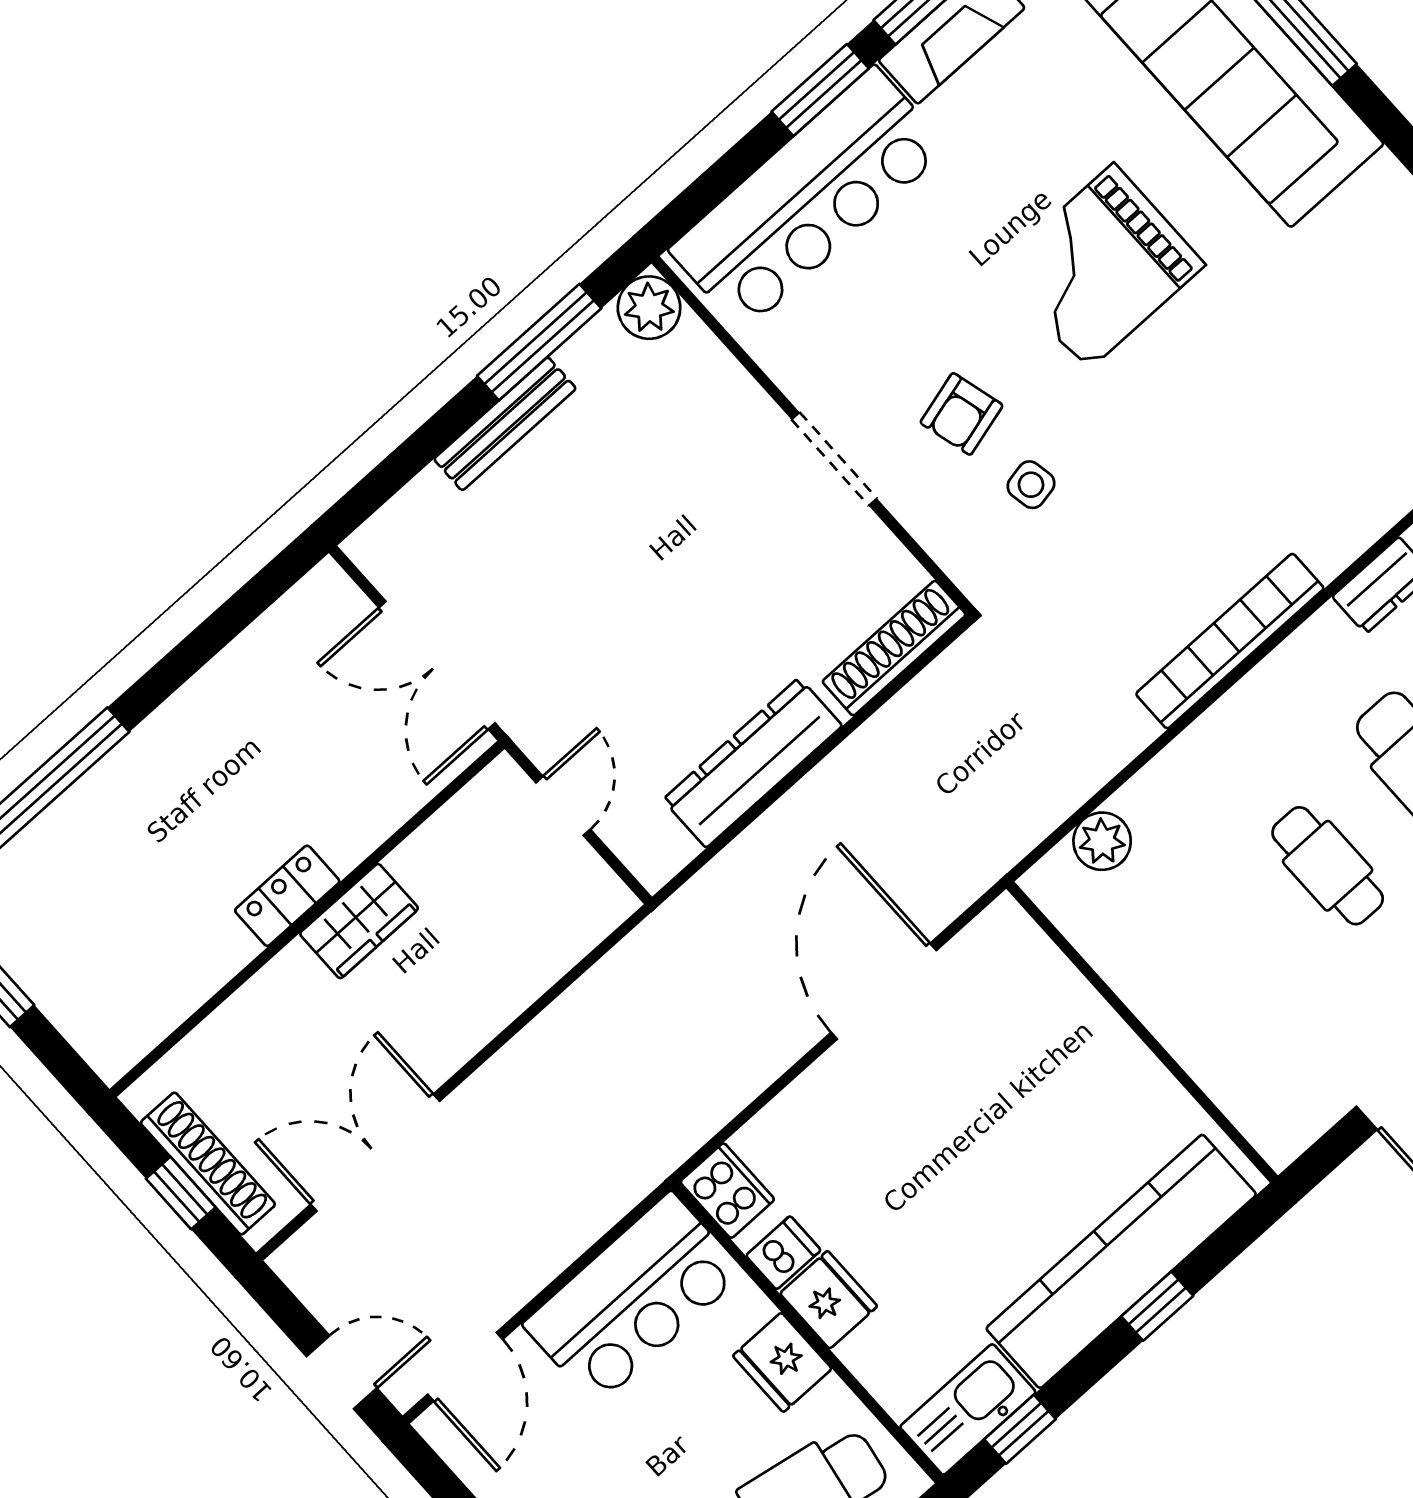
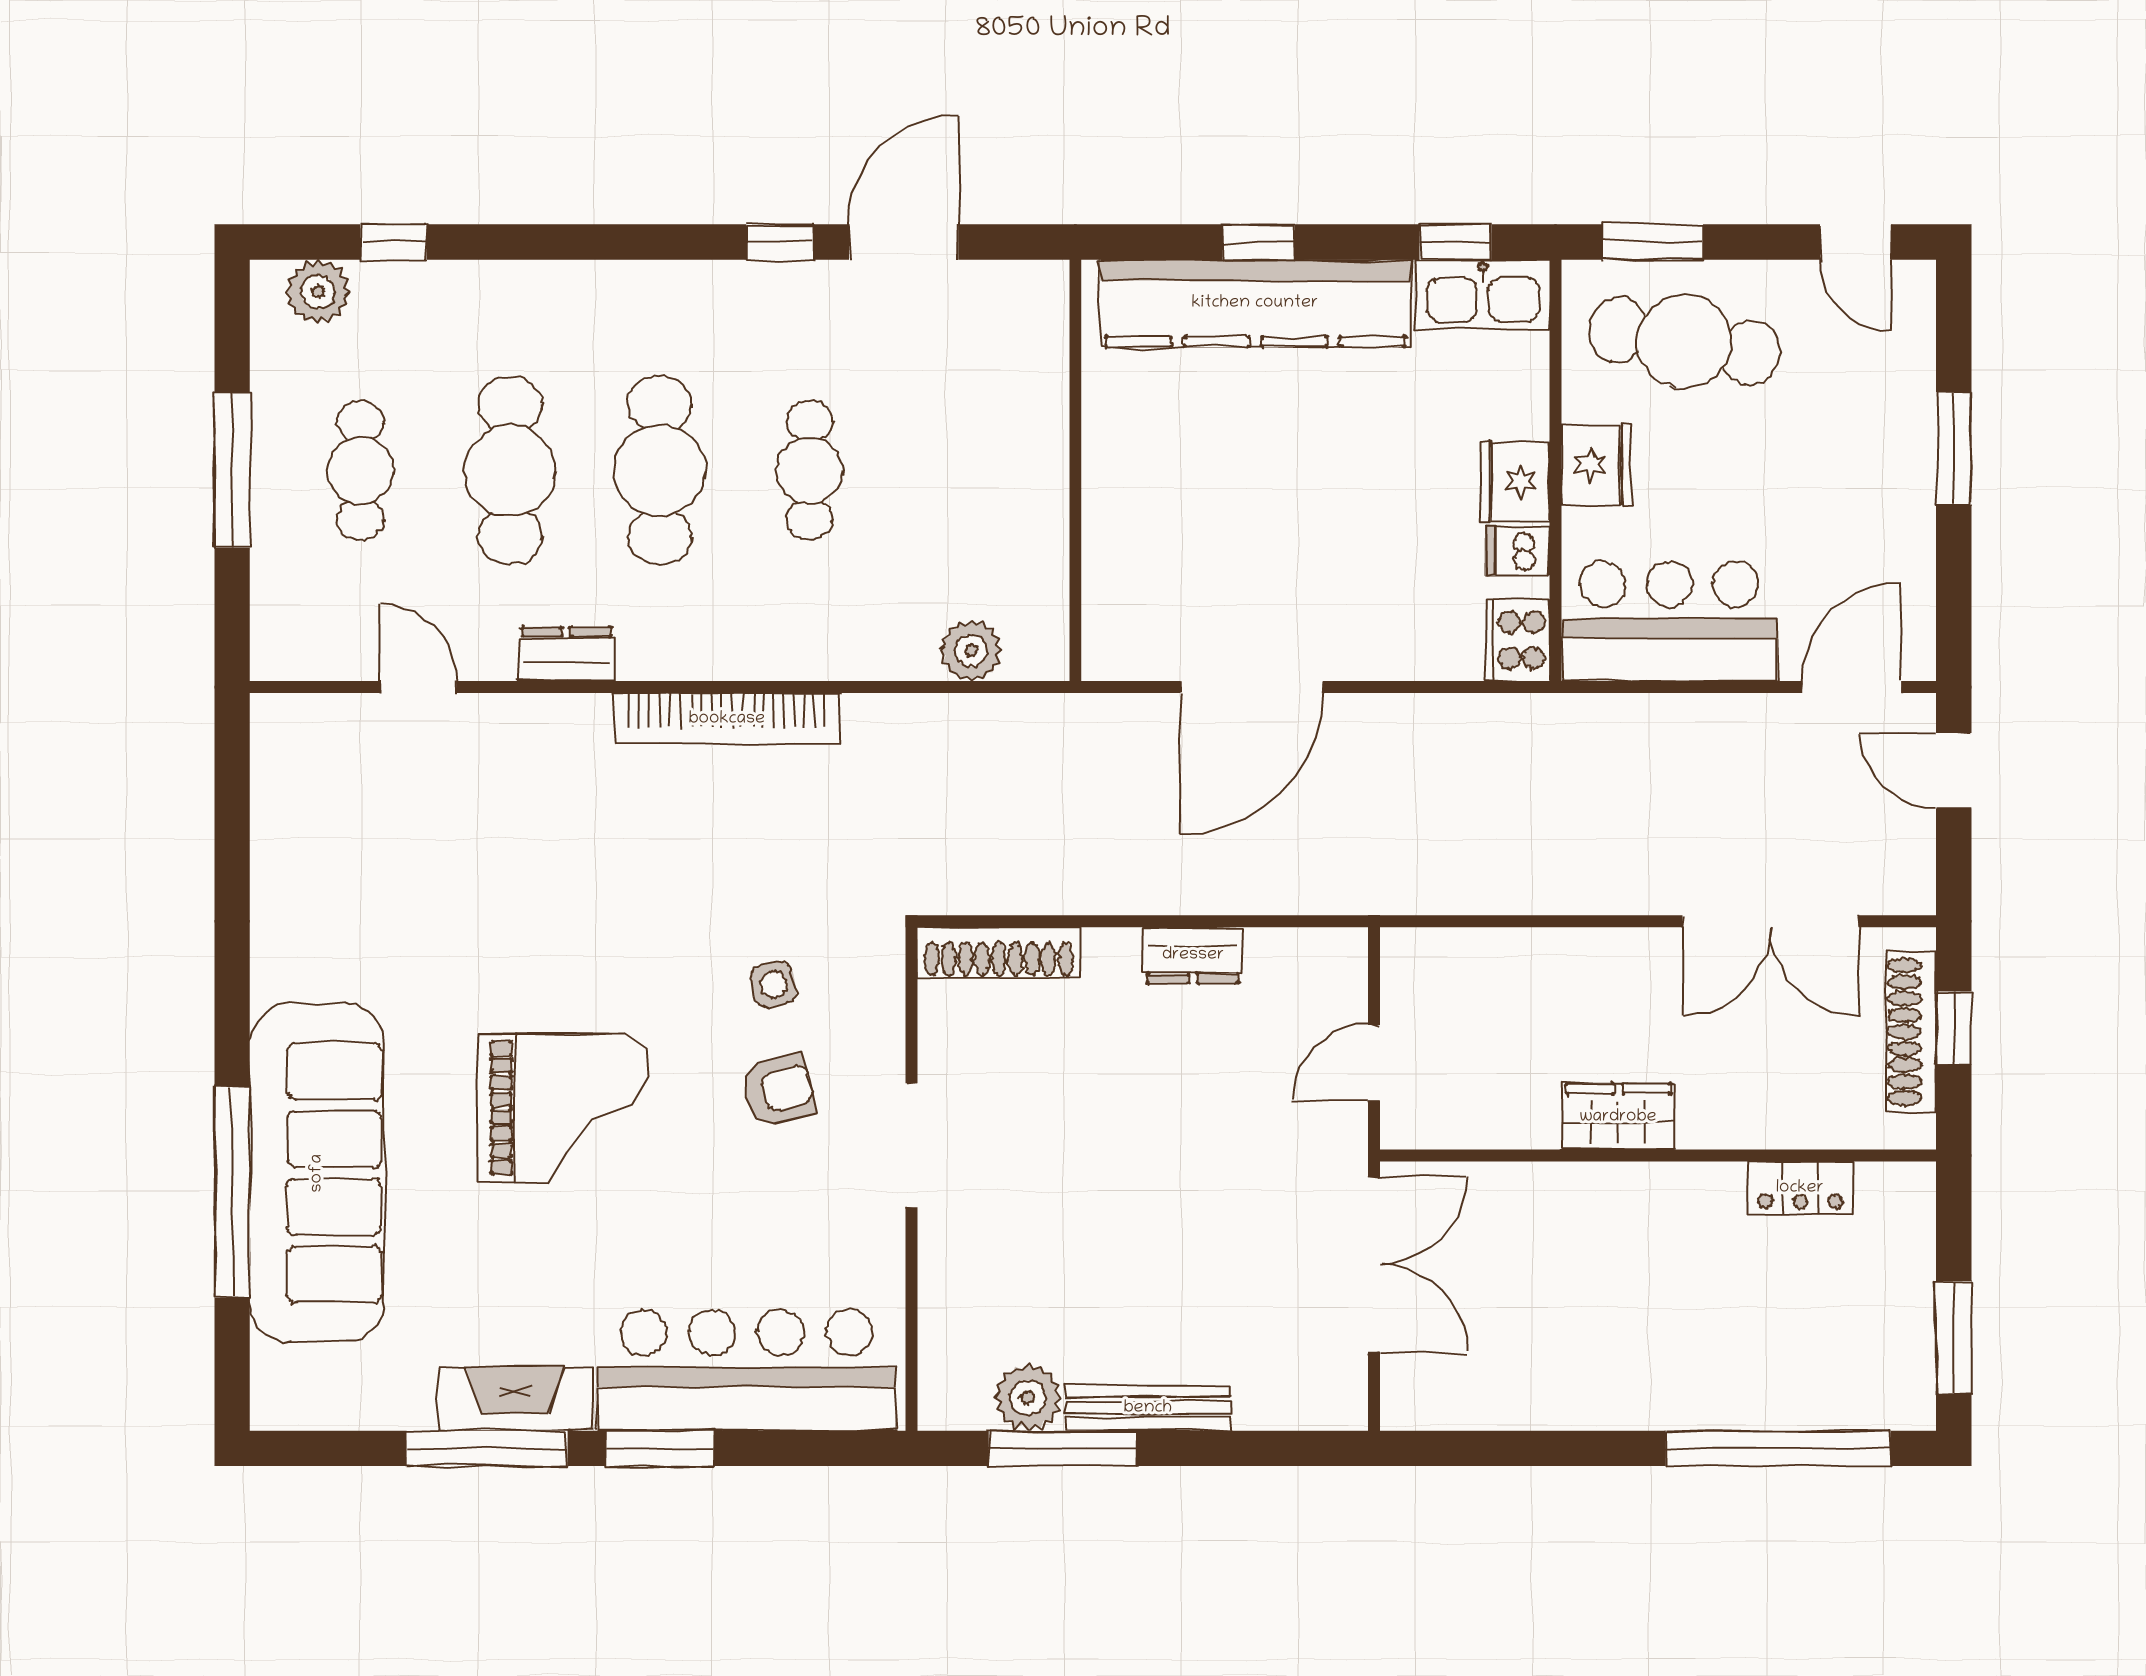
plant: (649, 308) -> (1028, 1397), moved
dresser: (753, 763) -> (1193, 955), width x0.51, depth x0.80
locker: (287, 896) -> (1800, 1188), moved

